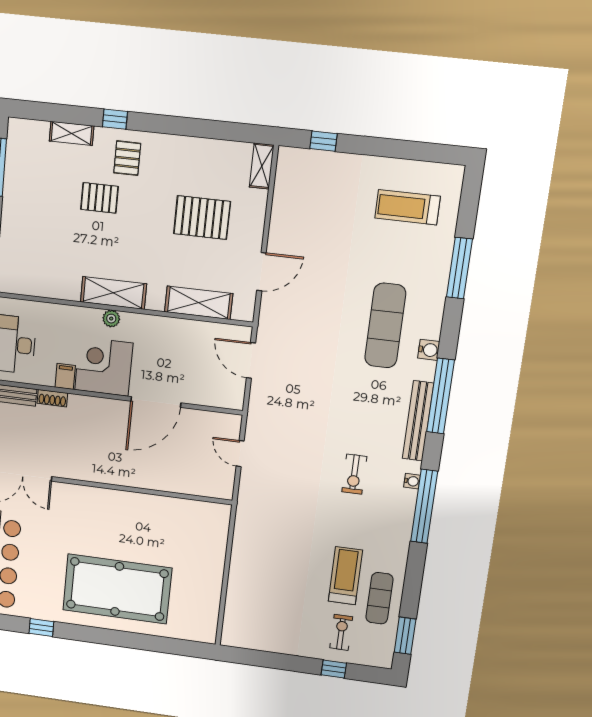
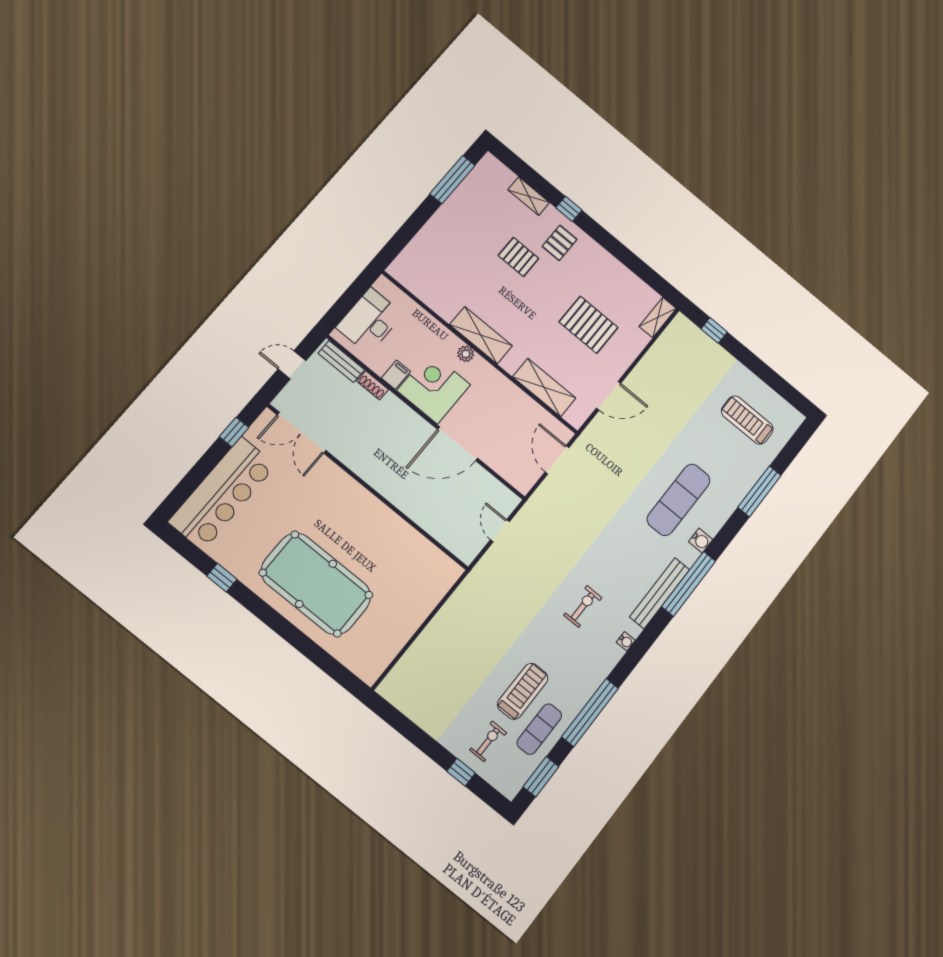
exercise bike: (354, 474) -> (583, 606), turned 180
window: (424, 506) -> (590, 712), moved

